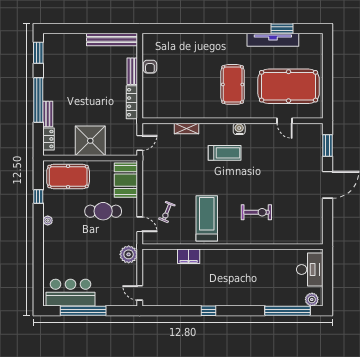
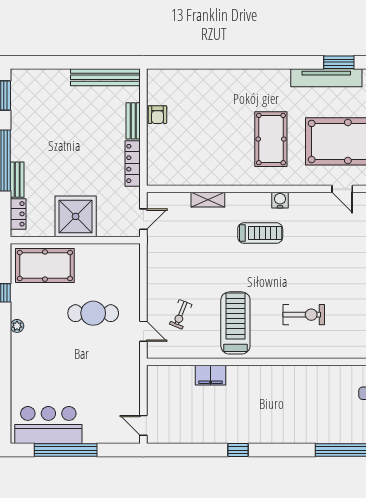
booth: (126, 180) -> (124, 270), removed
plant: (129, 254) -> (128, 373), removed

